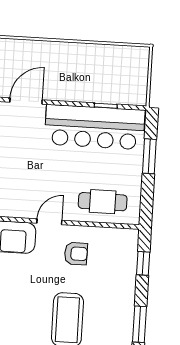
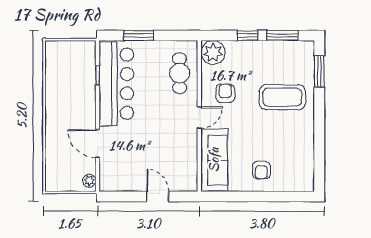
door: (49, 222) -> (199, 118), swing flipped
plant: (124, 242) -> (213, 53), added
window: (143, 263) -> (247, 35), moved

